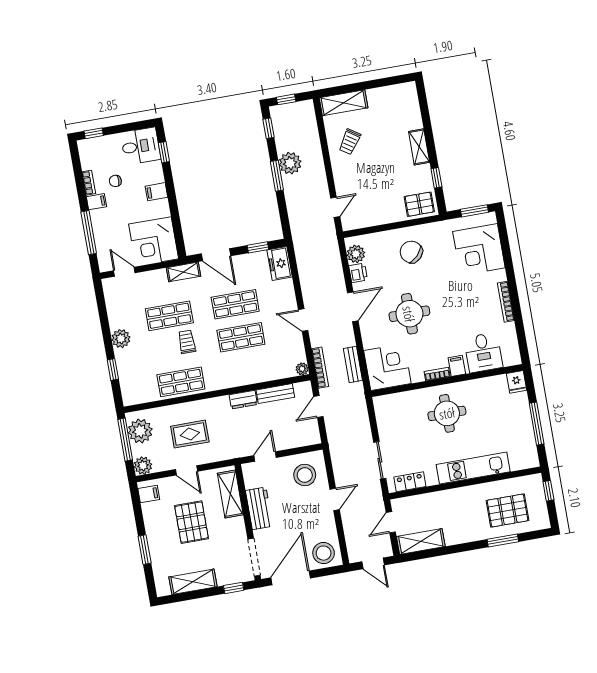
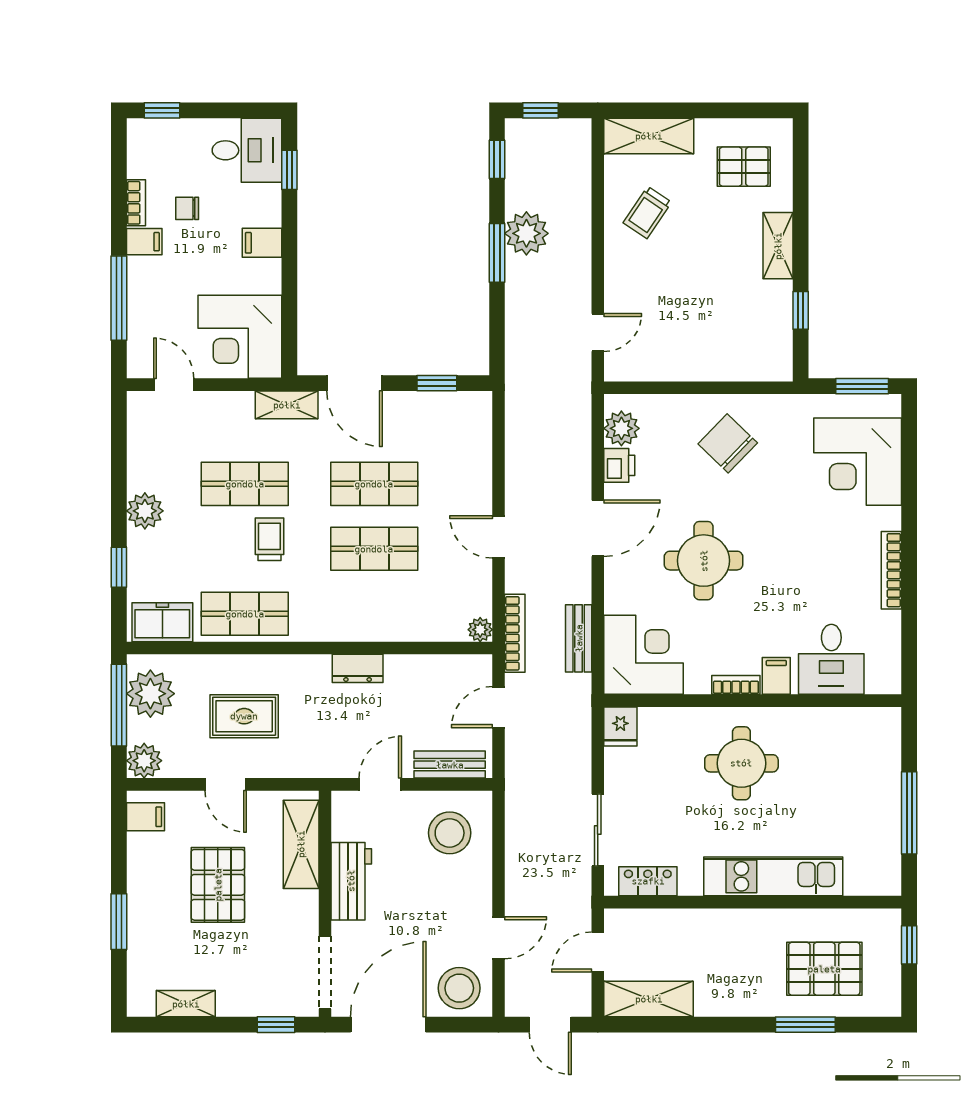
pallet: (419, 204) -> (744, 167), moved
freezer: (280, 263) -> (162, 622), moved, turned 90
fridge: (517, 382) -> (620, 727), moved
bench: (275, 394) -> (450, 765), moved
door: (335, 499) -> (499, 938), moved
shelving: (193, 582) -> (186, 1004), width x0.67, depth x0.75

